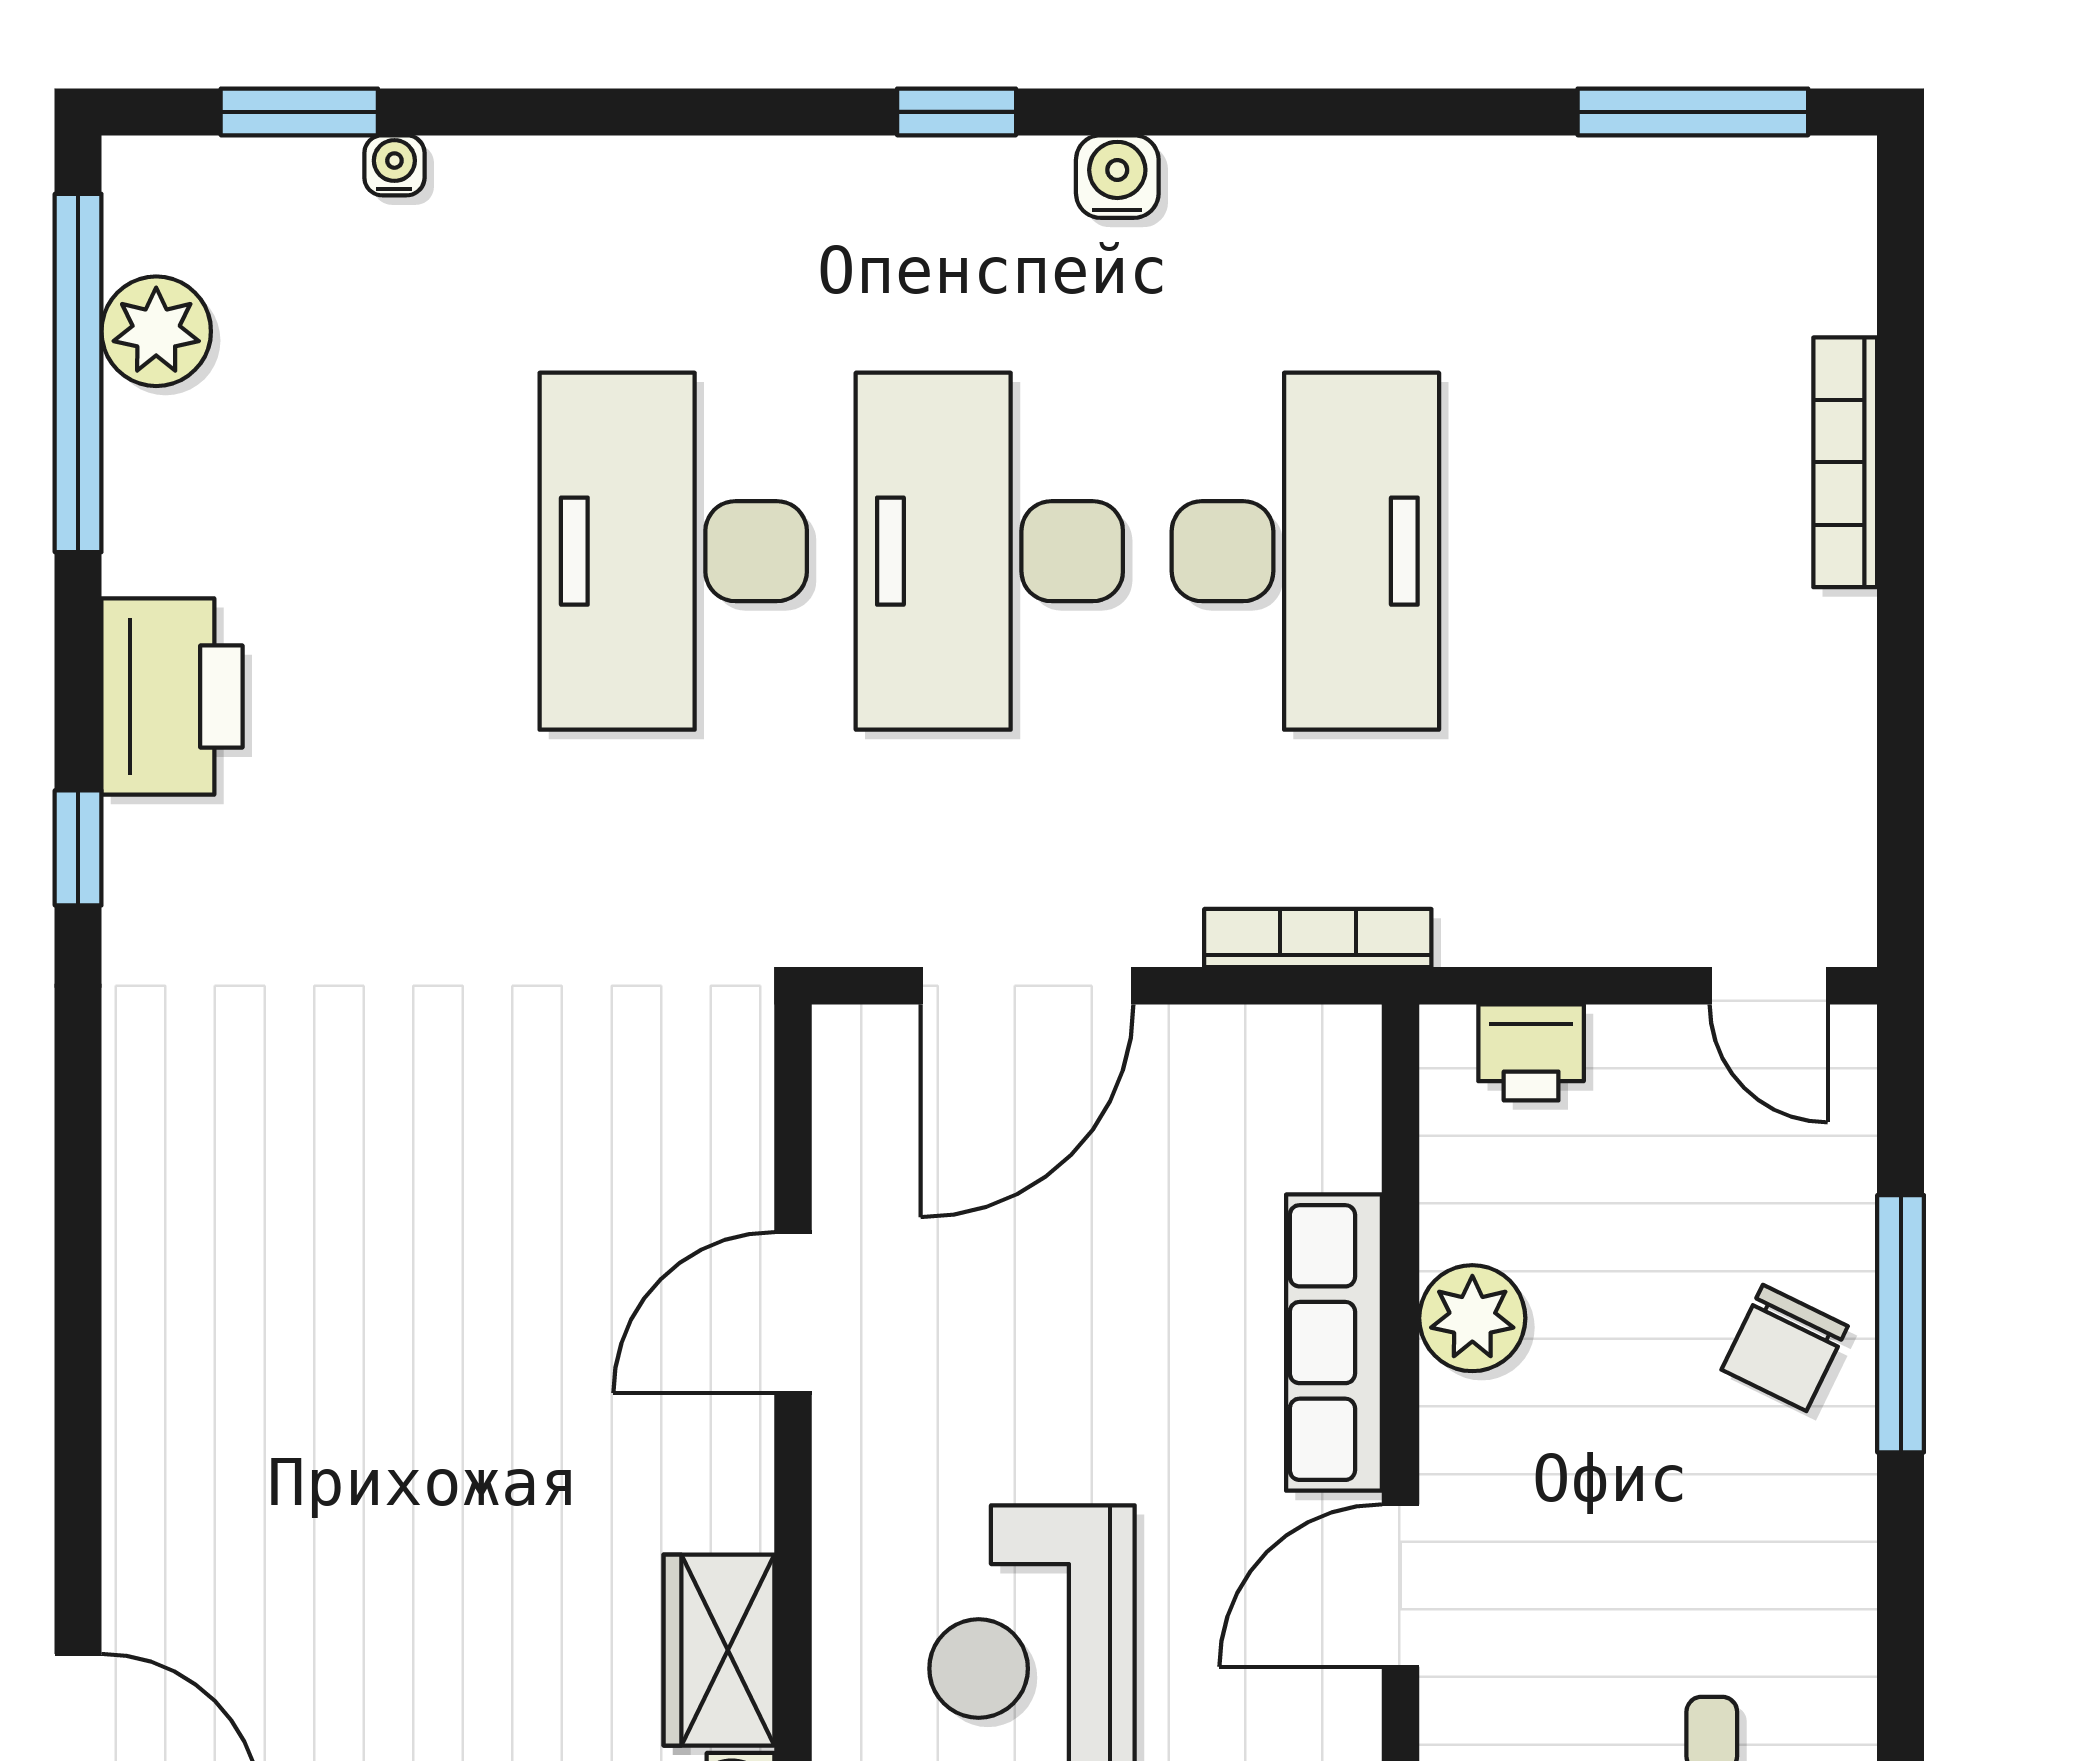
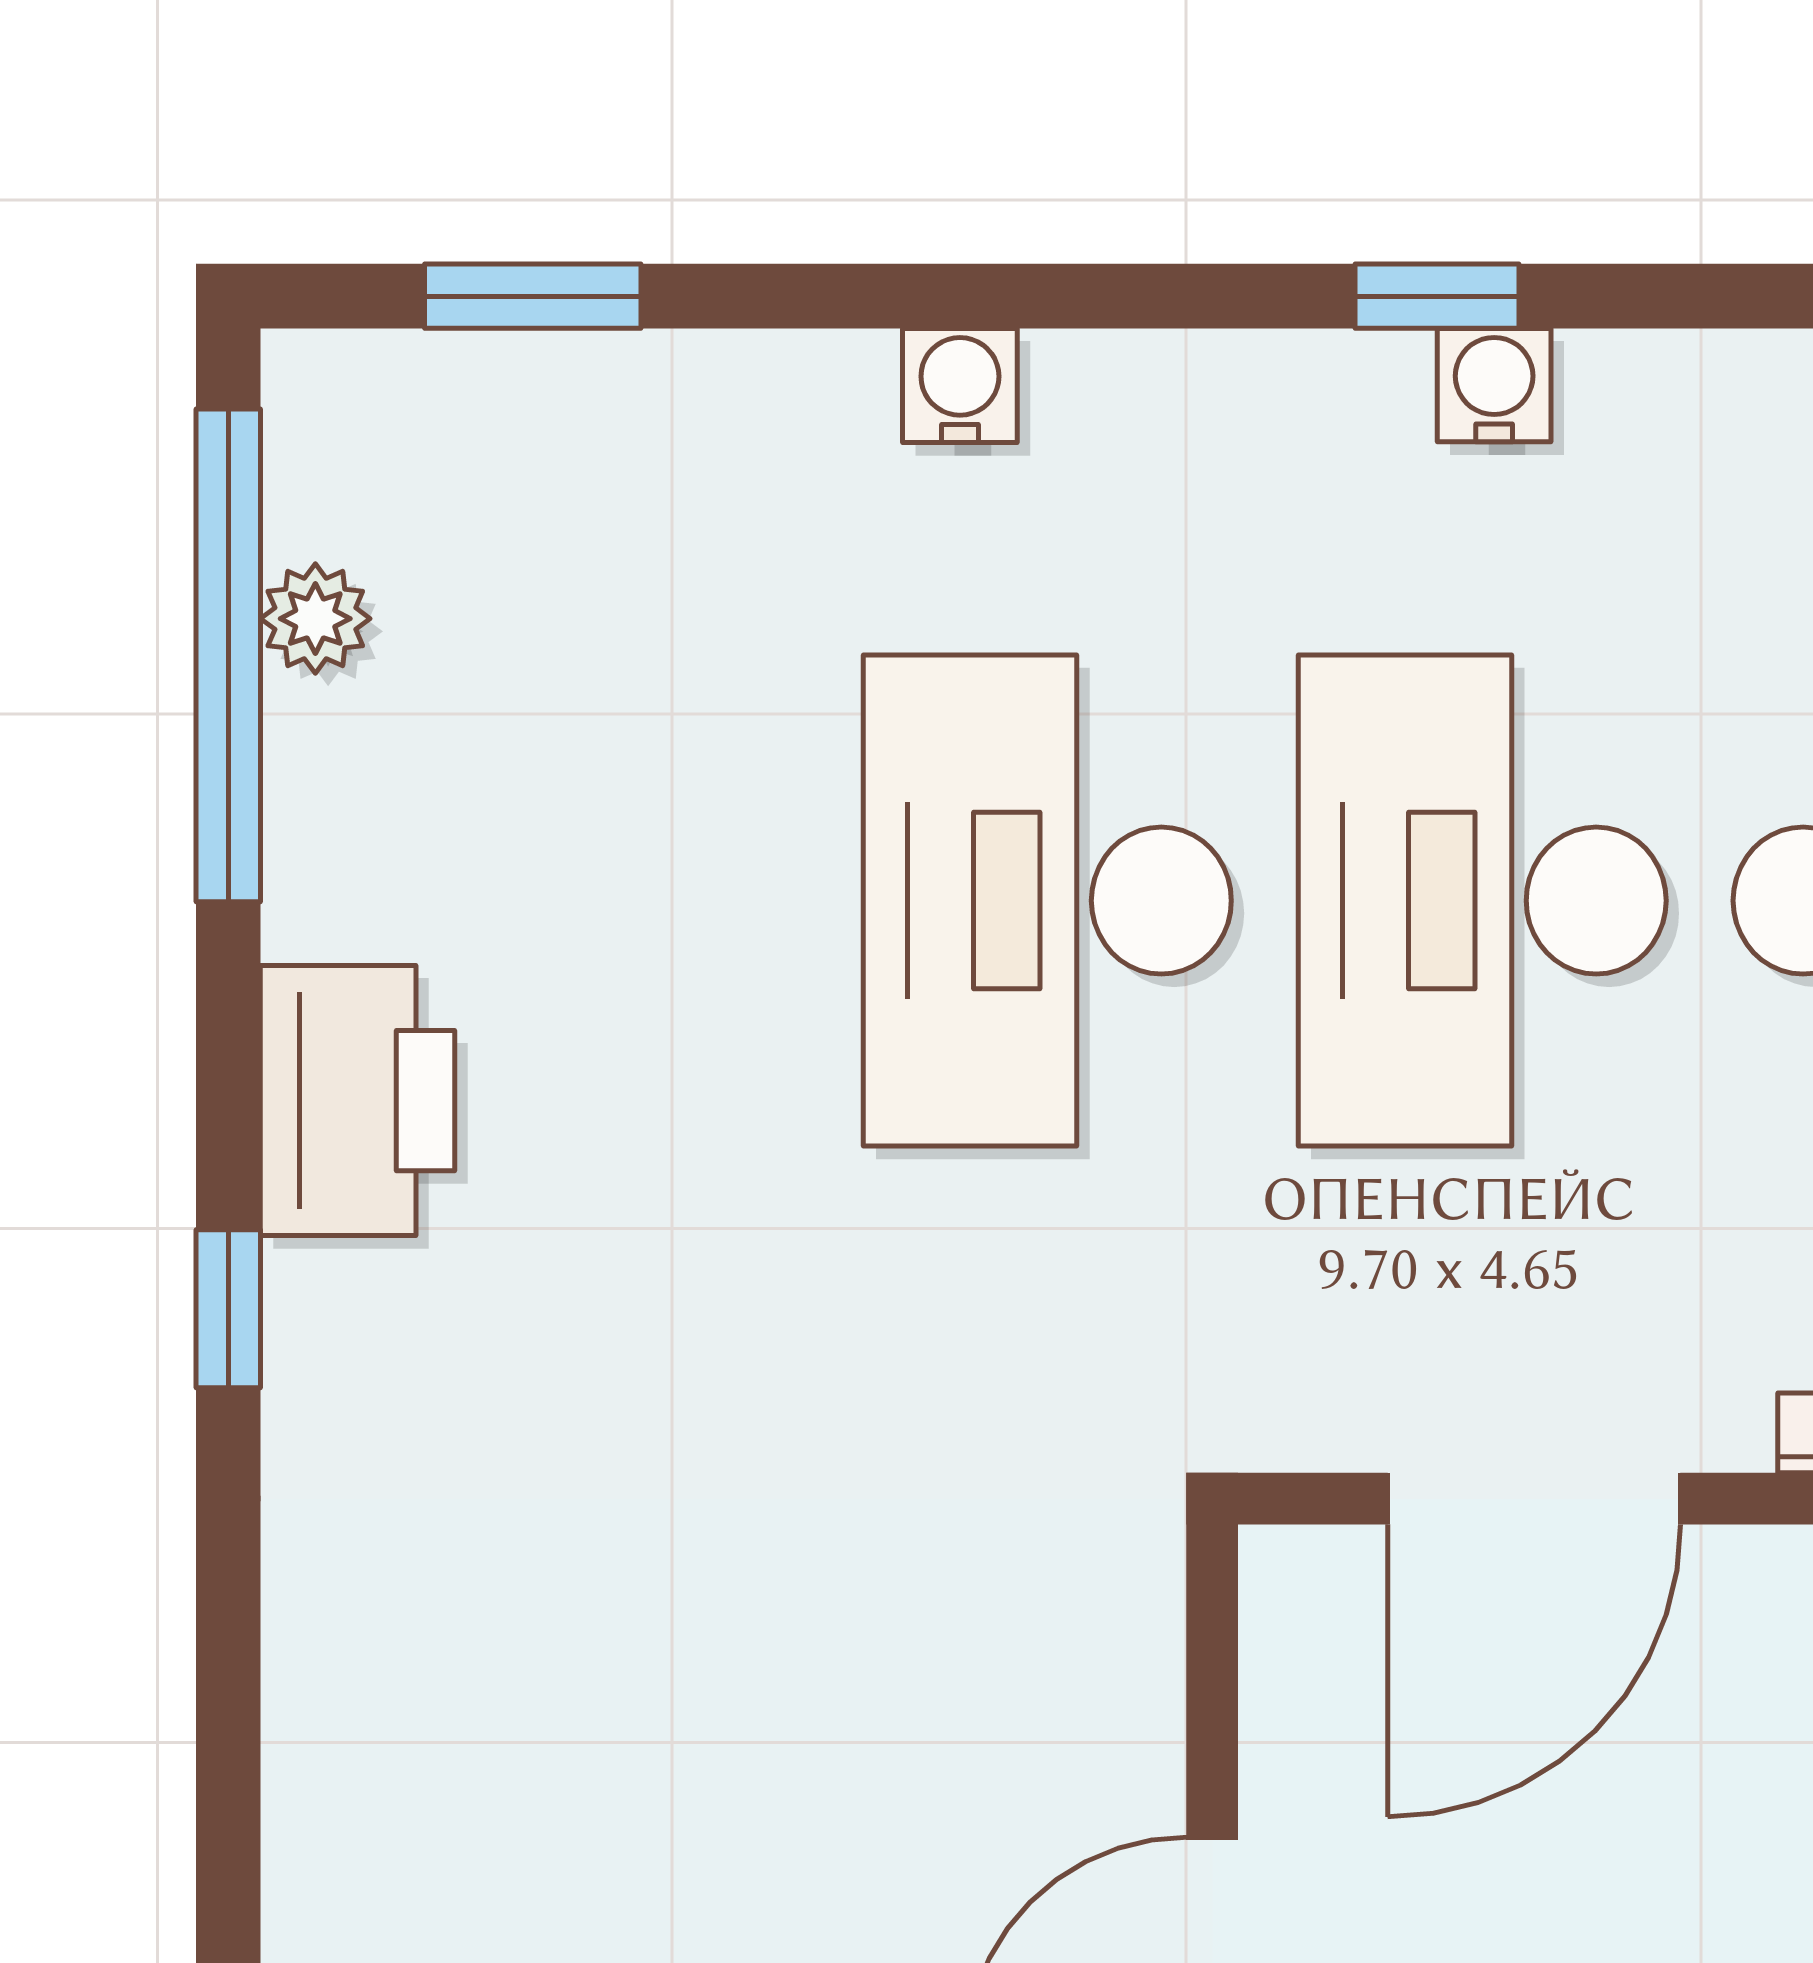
water cooler: (394, 165) -> (960, 385), moved, width x1.38, depth x1.38
water cooler: (1117, 177) -> (1494, 385), moved
plant: (156, 331) -> (315, 619), width x0.73, depth x0.73

